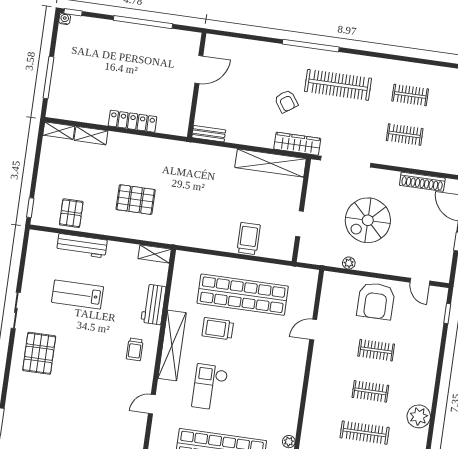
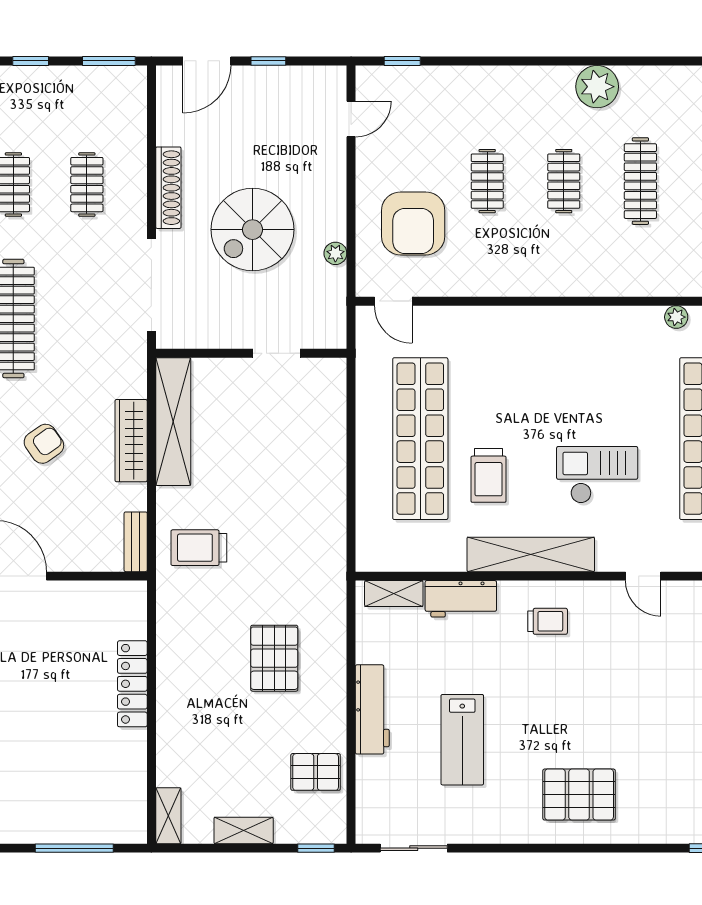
armchair: (286, 101) -> (44, 444), moved
shelving: (91, 136) -> (244, 830), moved, turned 90
wardrobe: (297, 144) -> (131, 441), moved
shoe rack: (422, 182) -> (168, 188), moved
spiral stairs: (368, 220) -> (253, 230), turned 90
trolley: (249, 238) -> (199, 548), moved
workbench: (82, 246) -> (372, 709), moved
shelving: (155, 254) -> (394, 594), moved, turned 90
armchair: (376, 301) -> (413, 223), moved, turned 90
sliding door: (16, 310) -> (414, 848), moved
door: (313, 330) -> (393, 301), moved
checkout: (210, 387) -> (597, 475), turned 180

